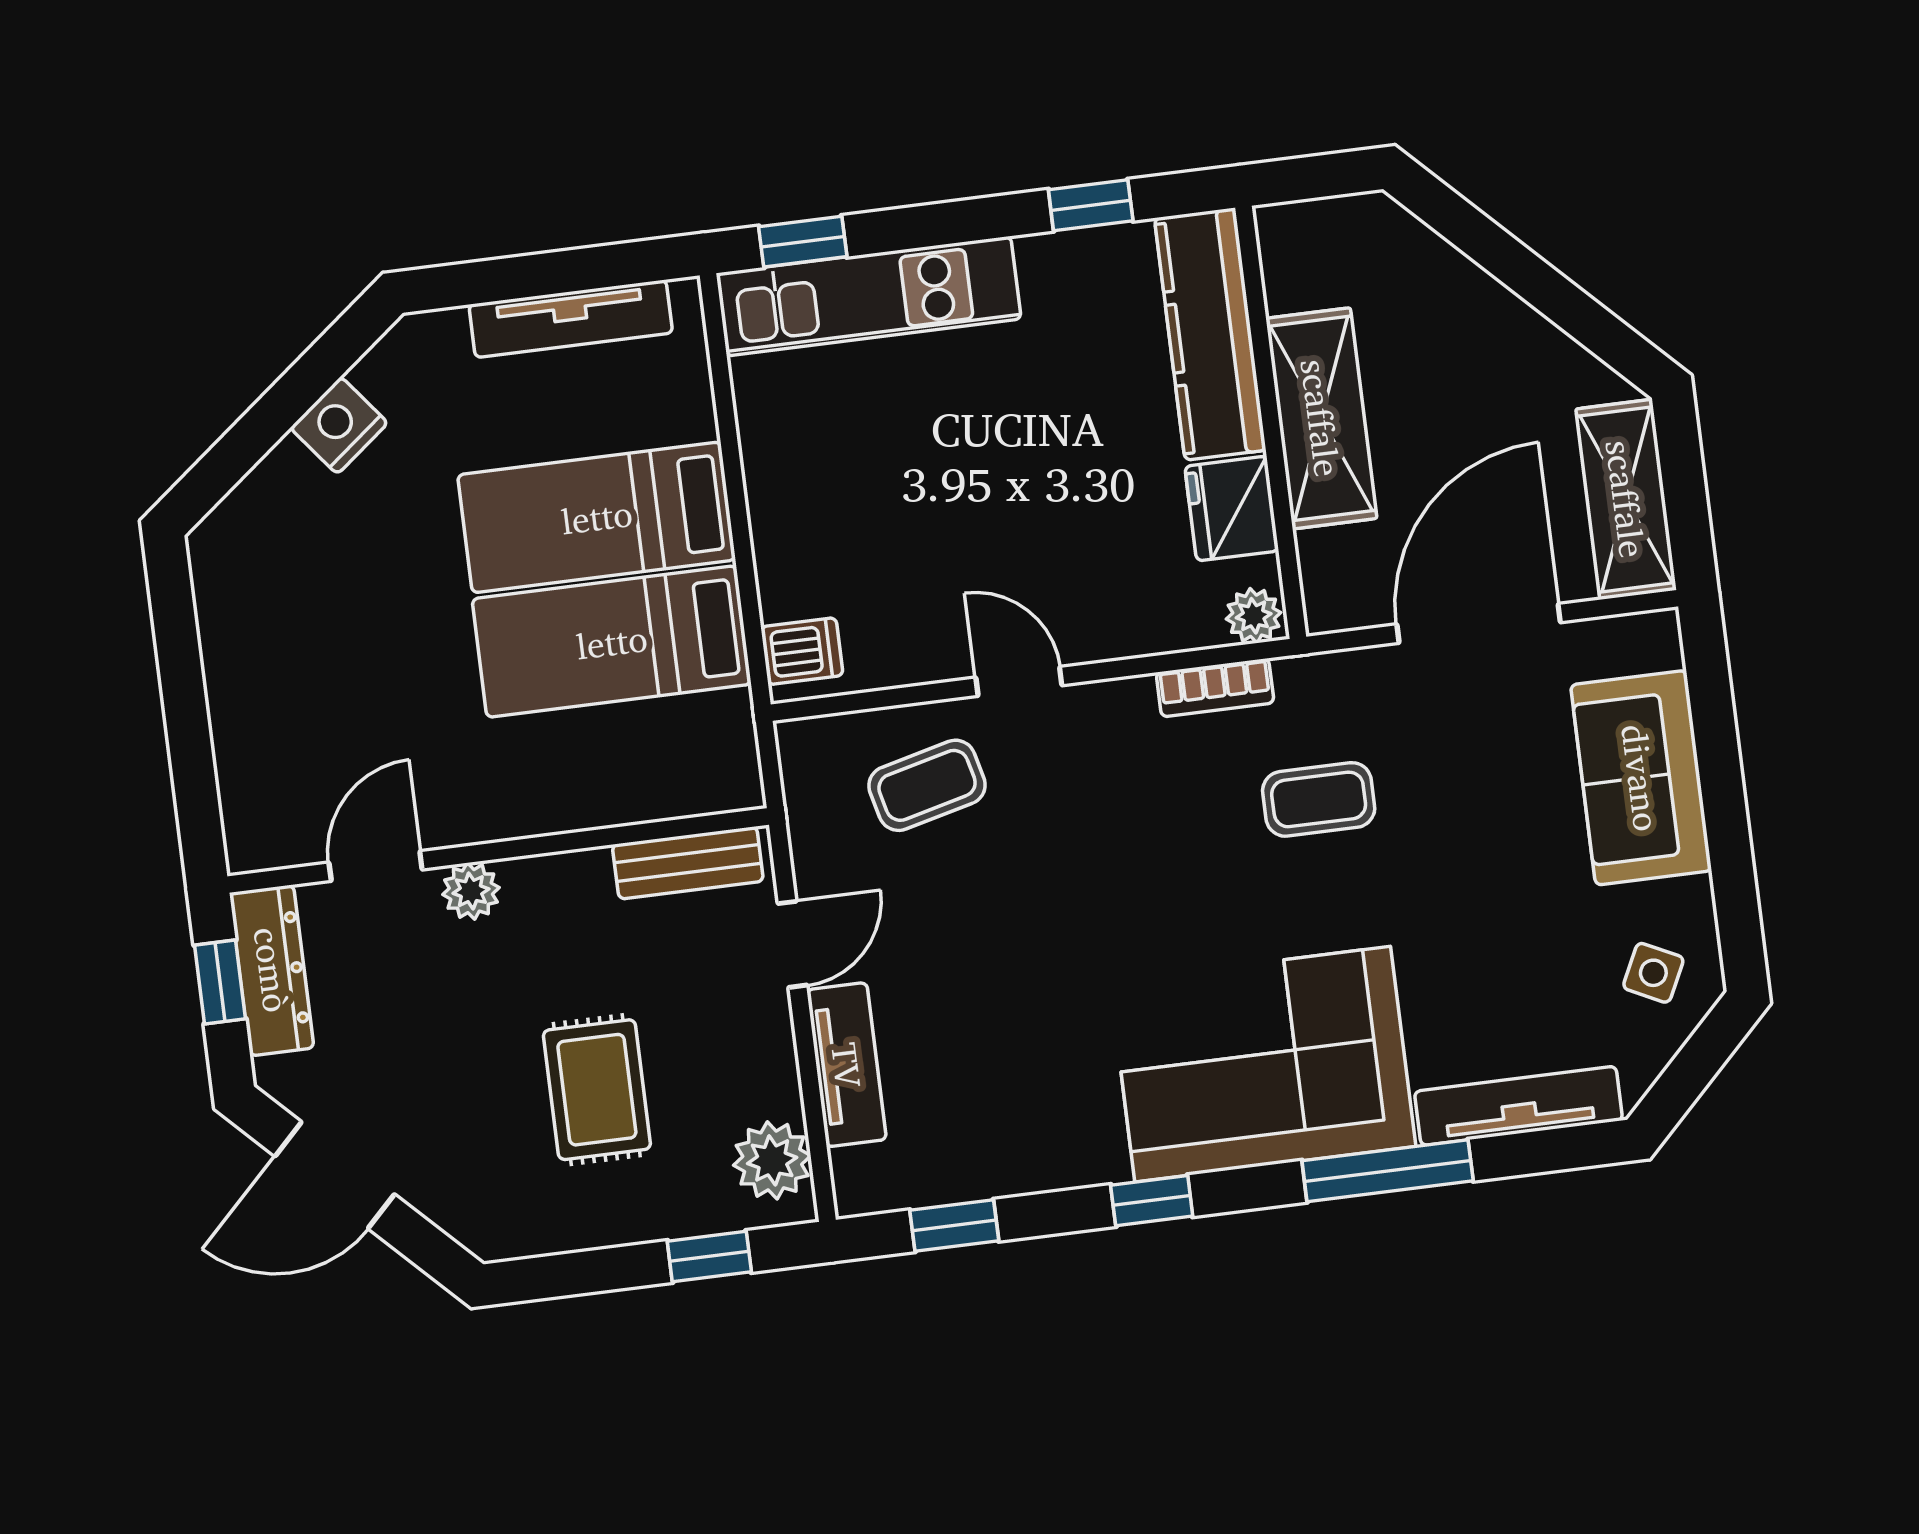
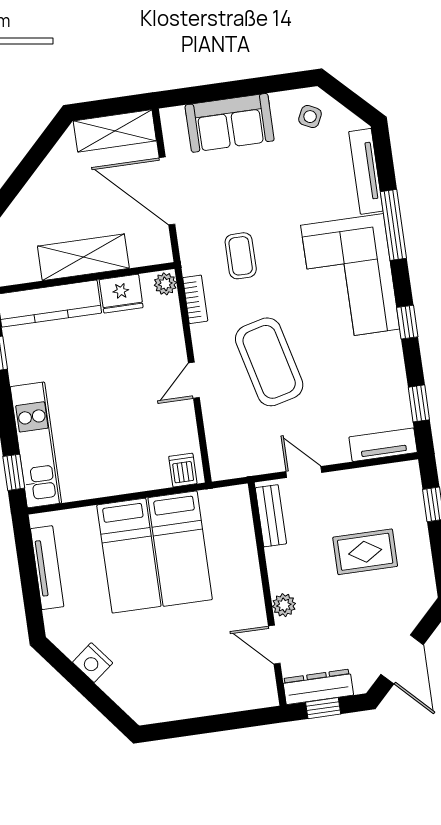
coffee table: (927, 785) -> (269, 362), moved, width x1.86, depth x1.72
tv unit: (847, 1065) -> (383, 445), moved
plant: (772, 1160) -> (393, 479), removed

